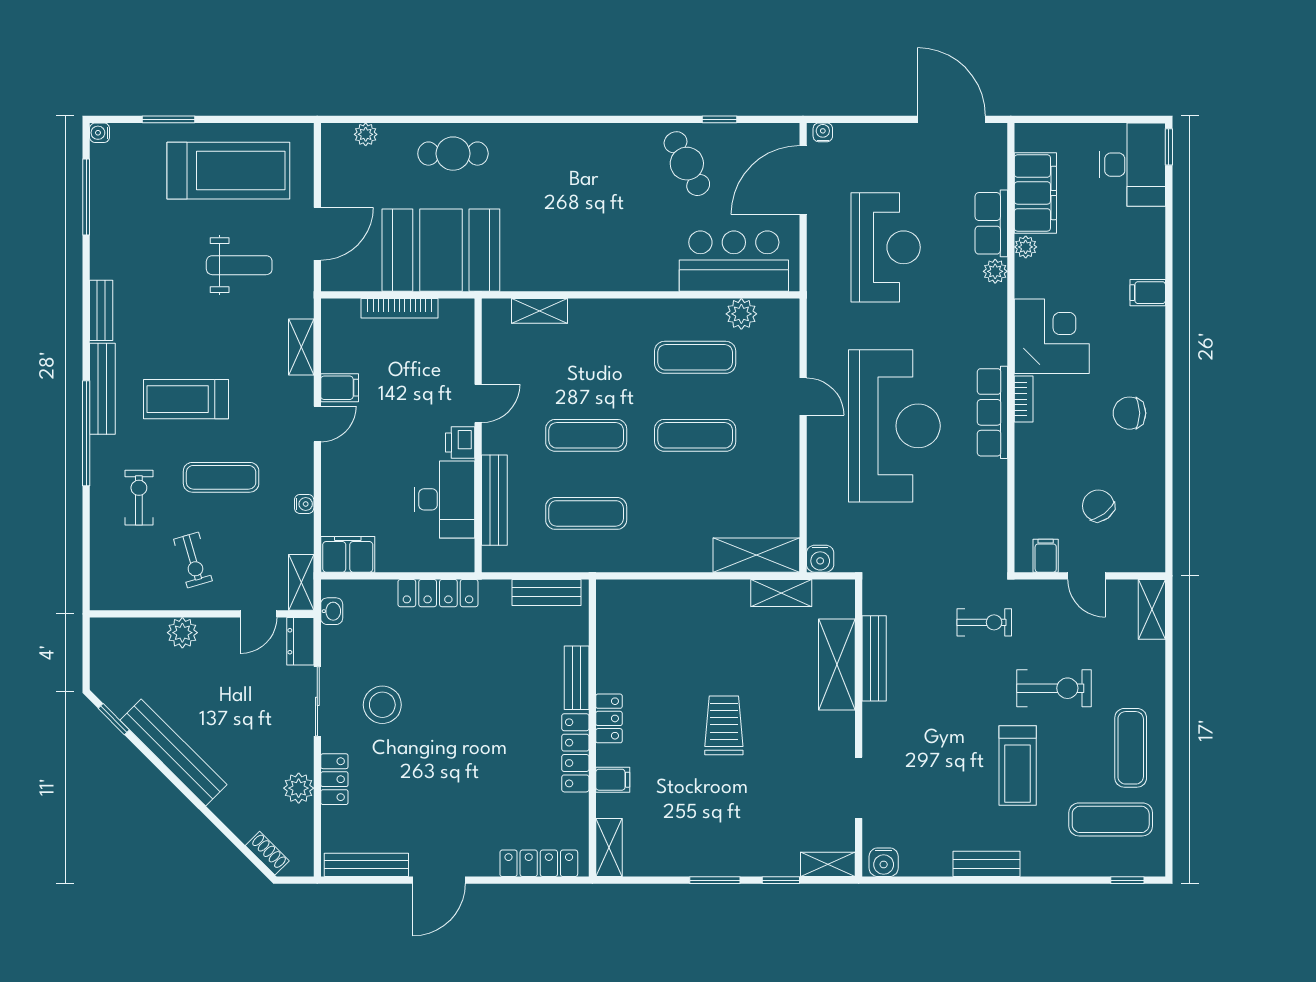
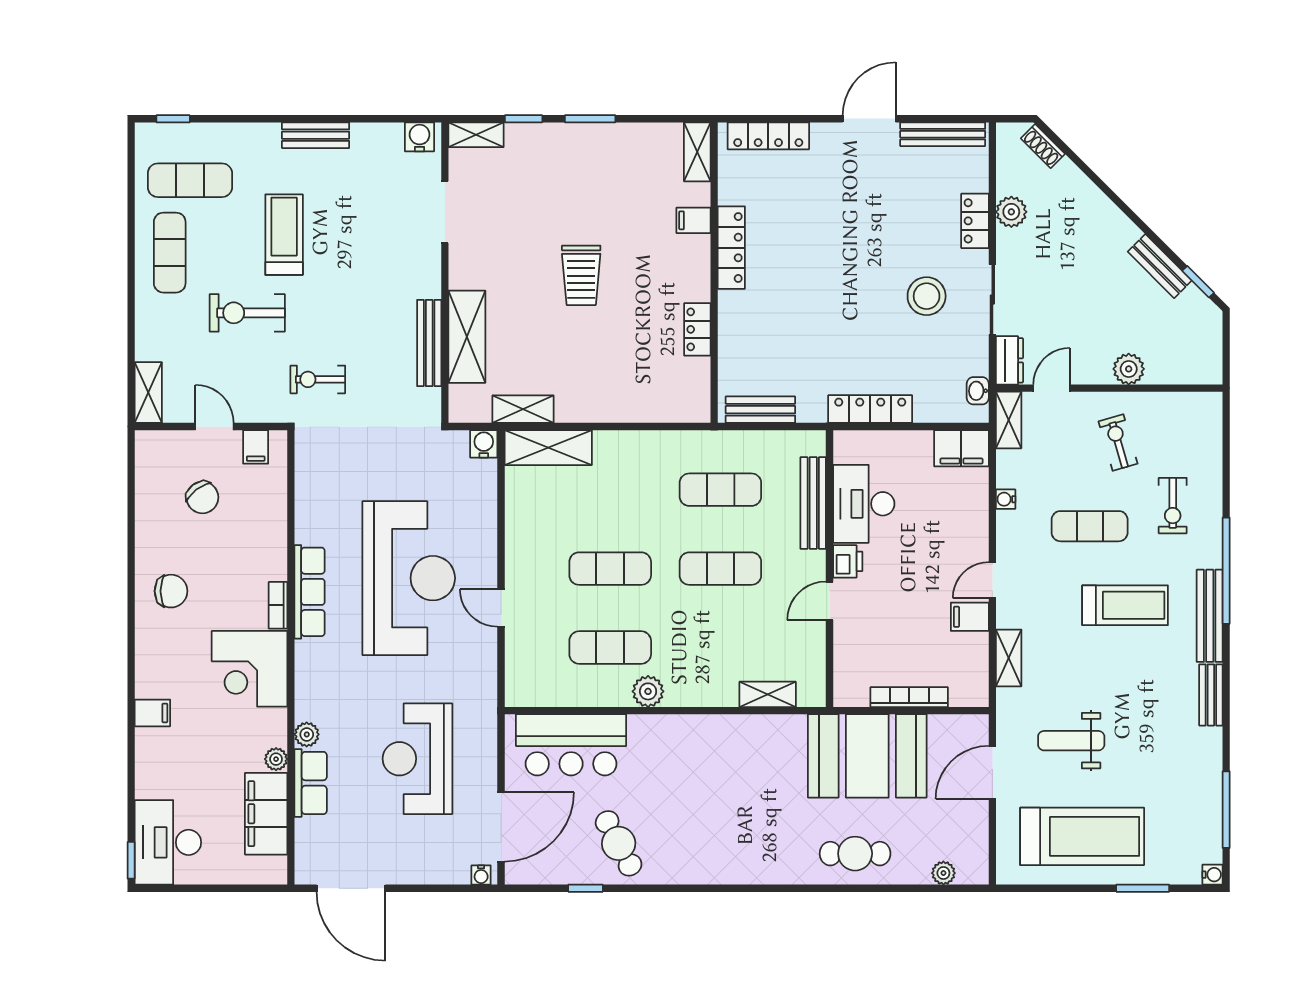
treadmill: (228, 171) -> (1082, 836), turned 180
plant: (741, 314) -> (648, 691), moved
reception desk: (894, 426) -> (409, 578), turned 180
bench: (577, 678) -> (730, 323), removed
locker: (609, 718) -> (697, 329), moved
bench: (173, 752) -> (1160, 266), width x0.54, depth x0.82

